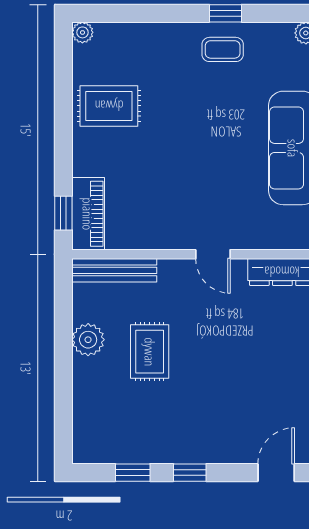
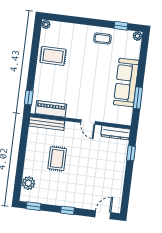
window: (225, 13) -> (121, 26), moved
piano: (88, 214) -> (51, 109), moved, turned -90
plant: (88, 340) -> (28, 183), moved
window: (133, 473) -> (34, 206), moved

